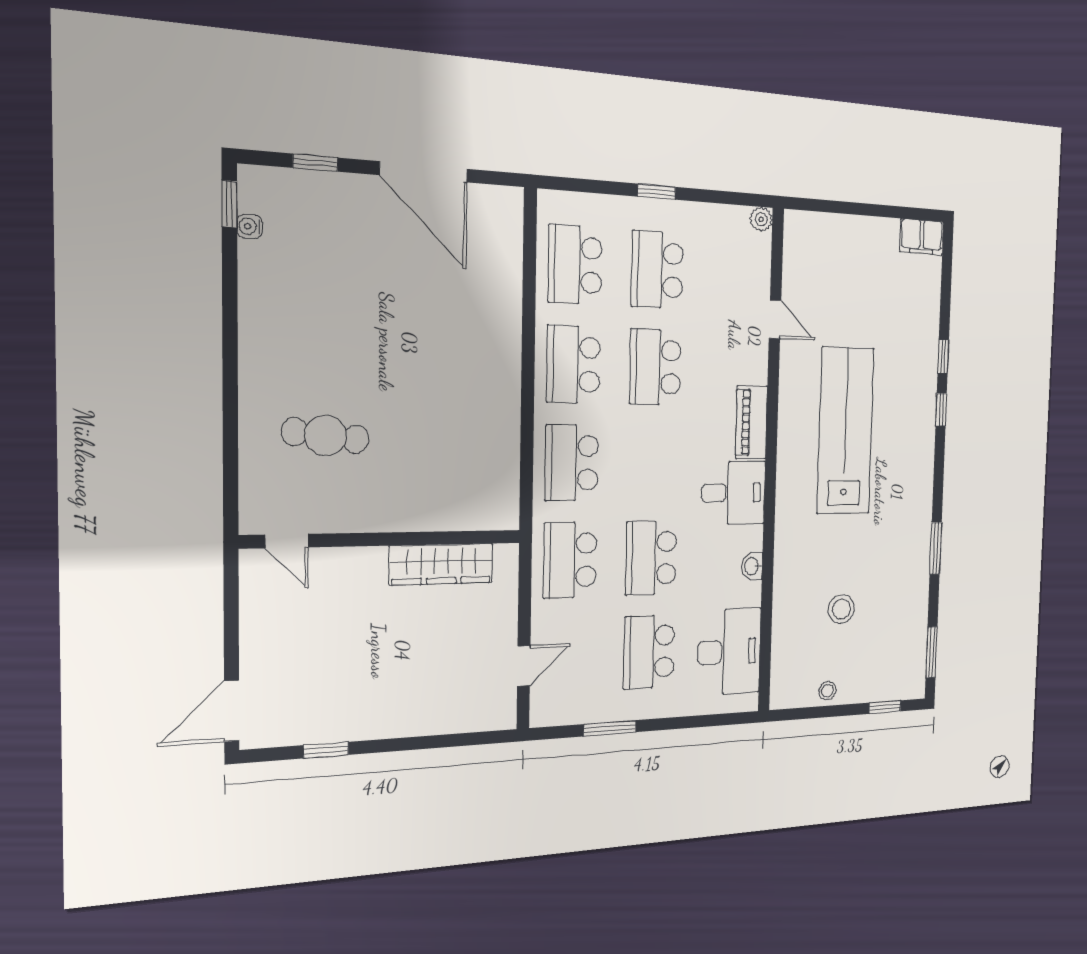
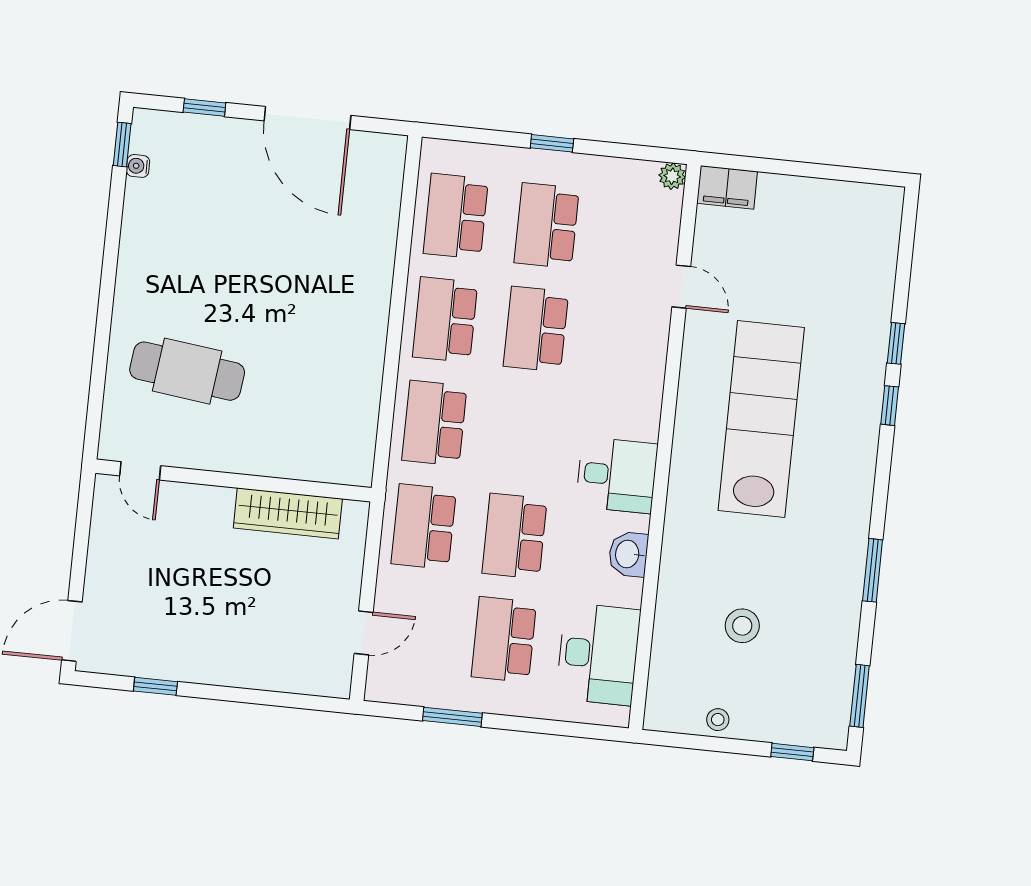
filing cabinet: (922, 237) -> (727, 187), moved
piano: (752, 422) -> (644, 399), removed
cafe table: (325, 436) -> (187, 371), width x1.37, depth x1.35
washbasin: (752, 566) -> (628, 554), width x1.38, depth x1.45

